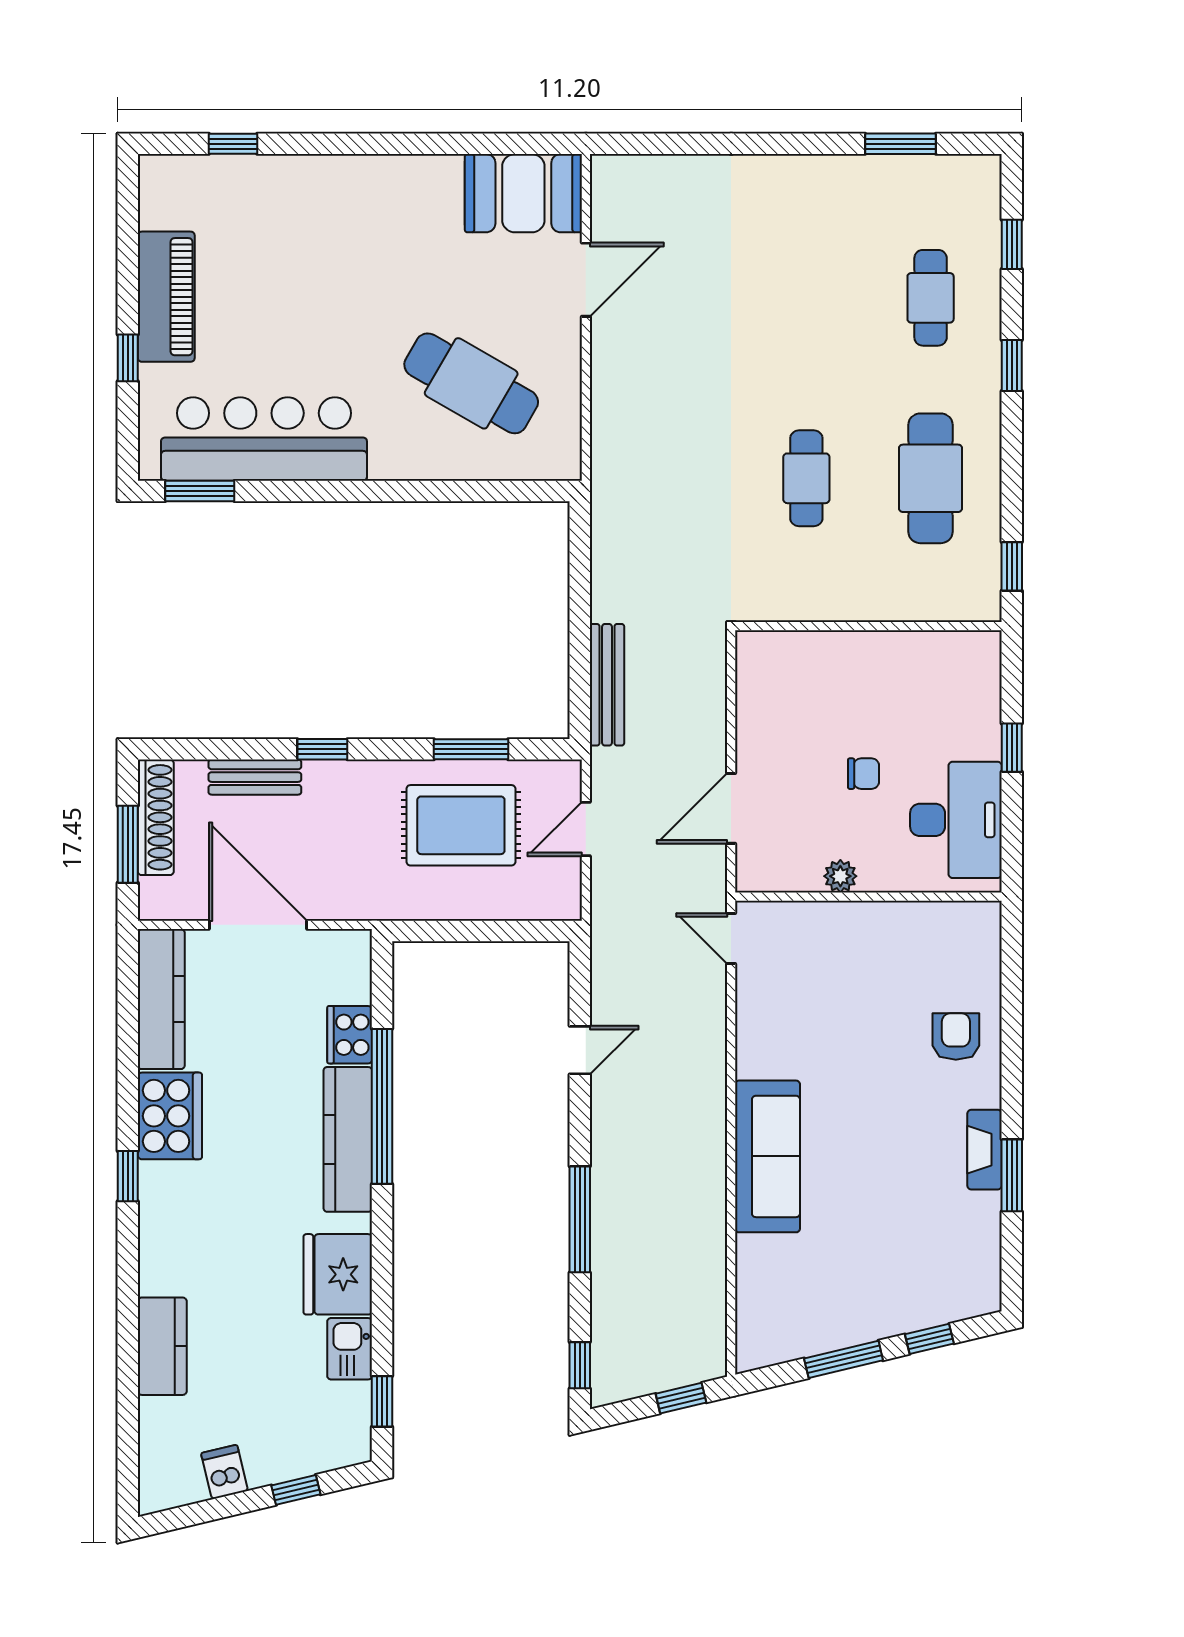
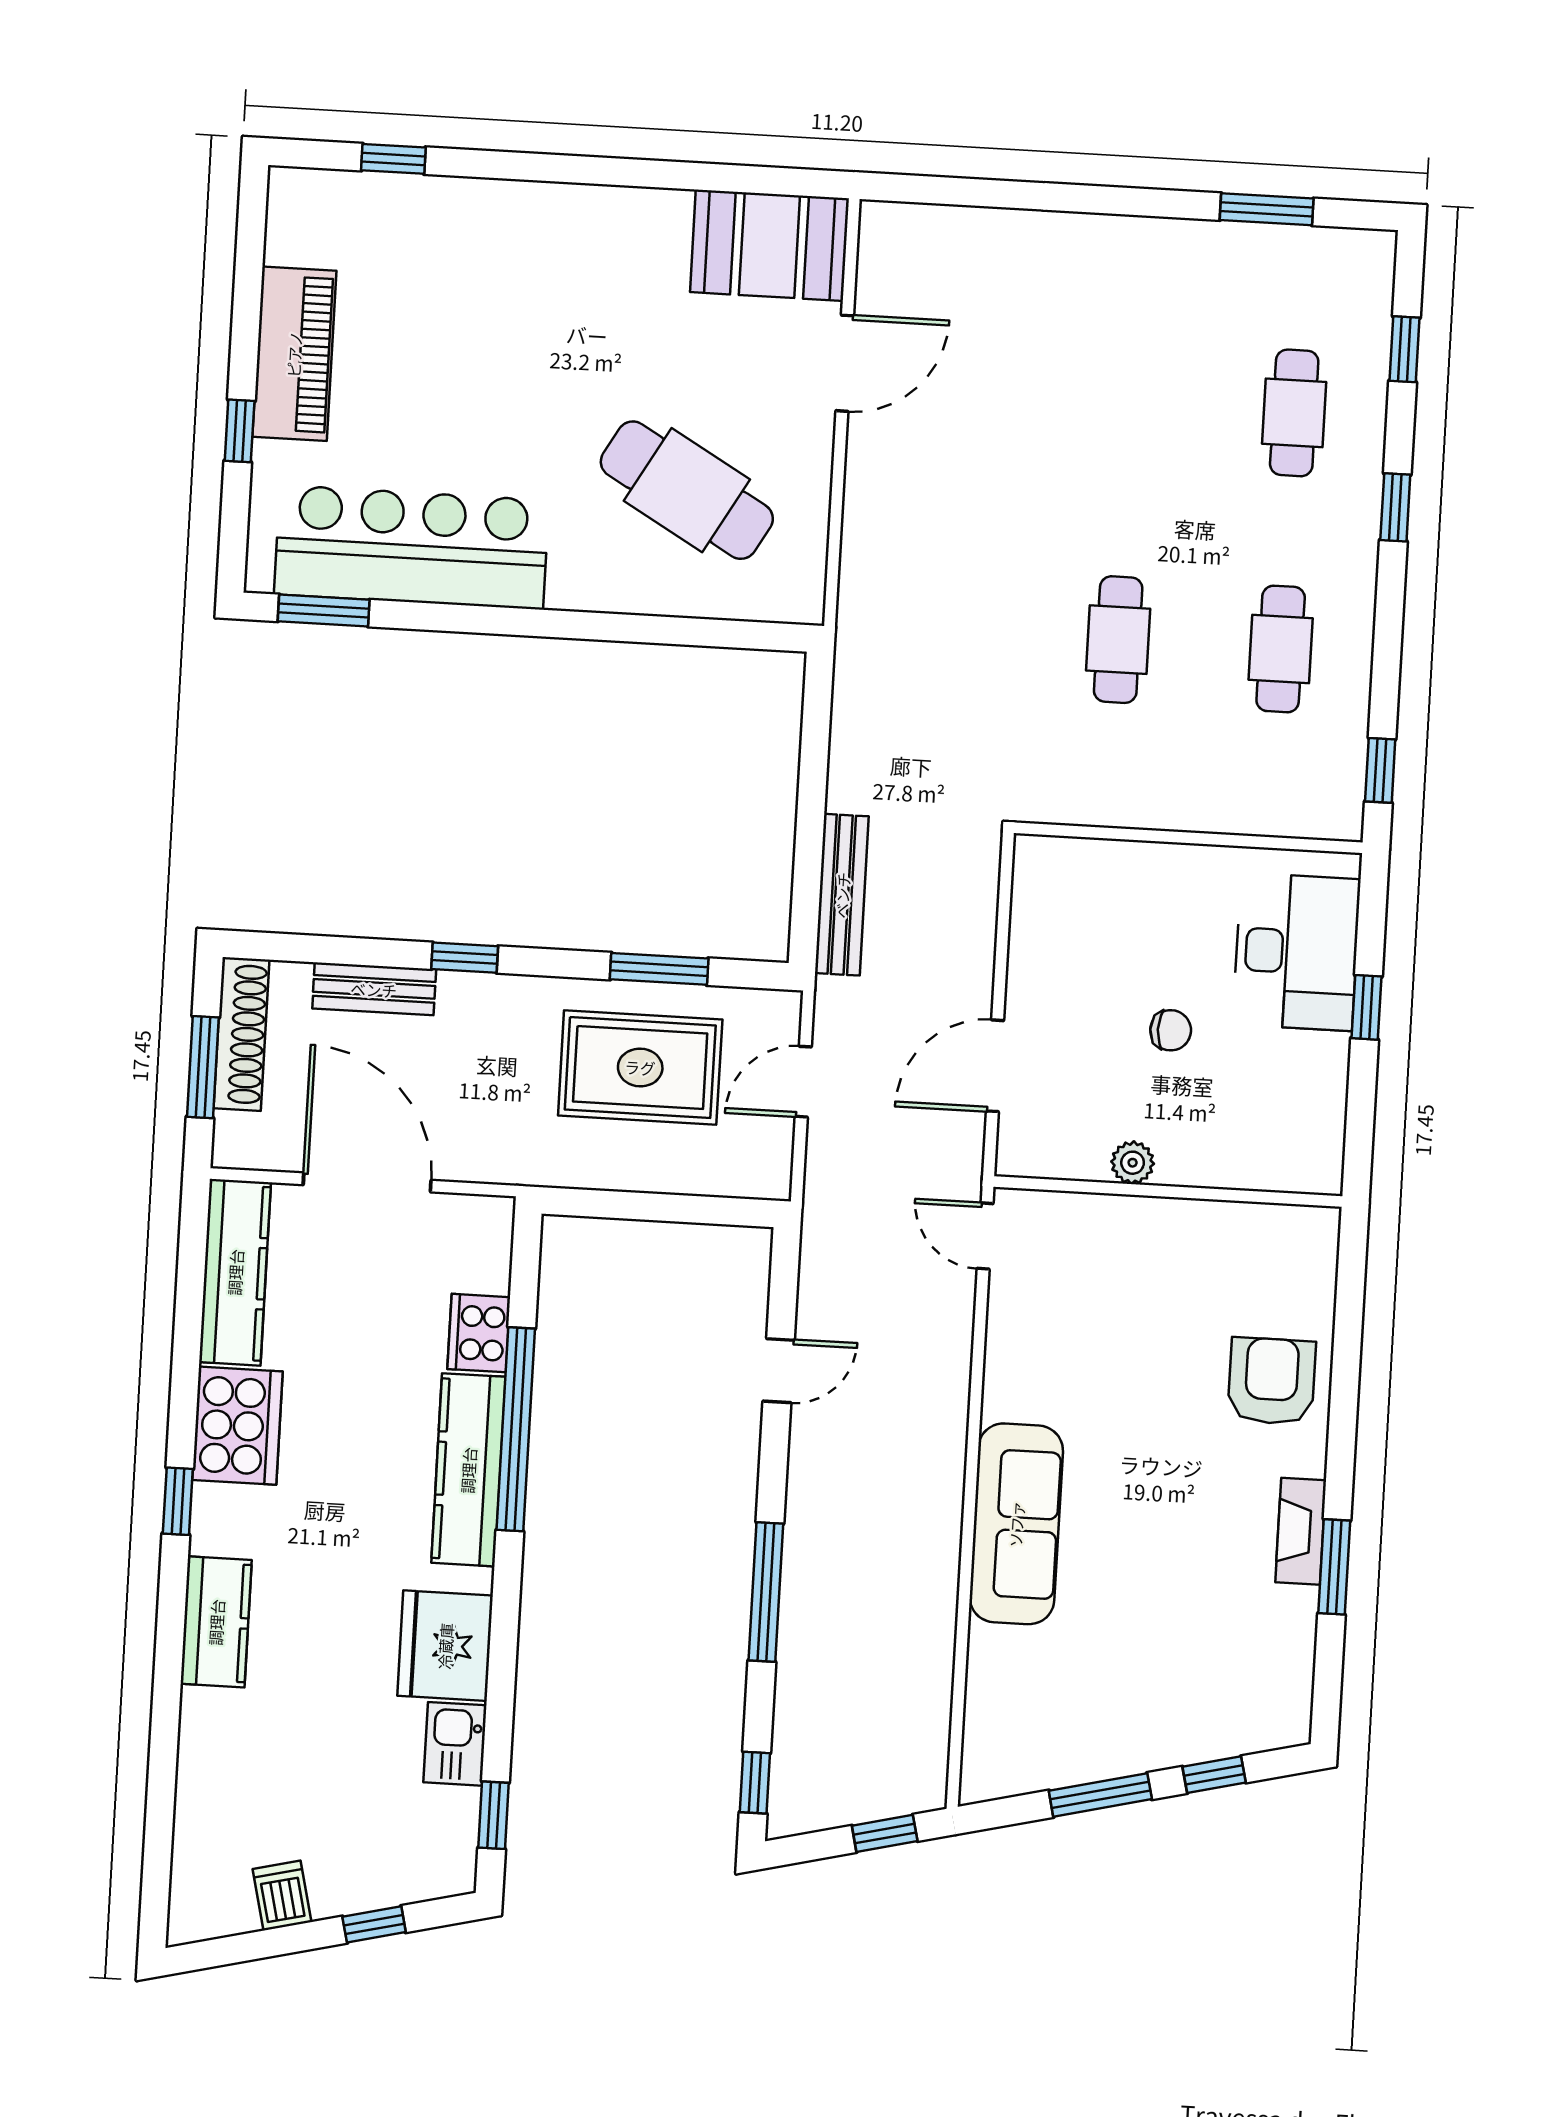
cafe table: (931, 478) -> (1281, 649), width x0.73, depth x0.74
desk: (956, 820) -> (1296, 952), moved
armchair: (956, 1036) -> (1272, 1381), width x1.38, depth x1.38
kitchen counter: (162, 1346) -> (216, 1622), moved

